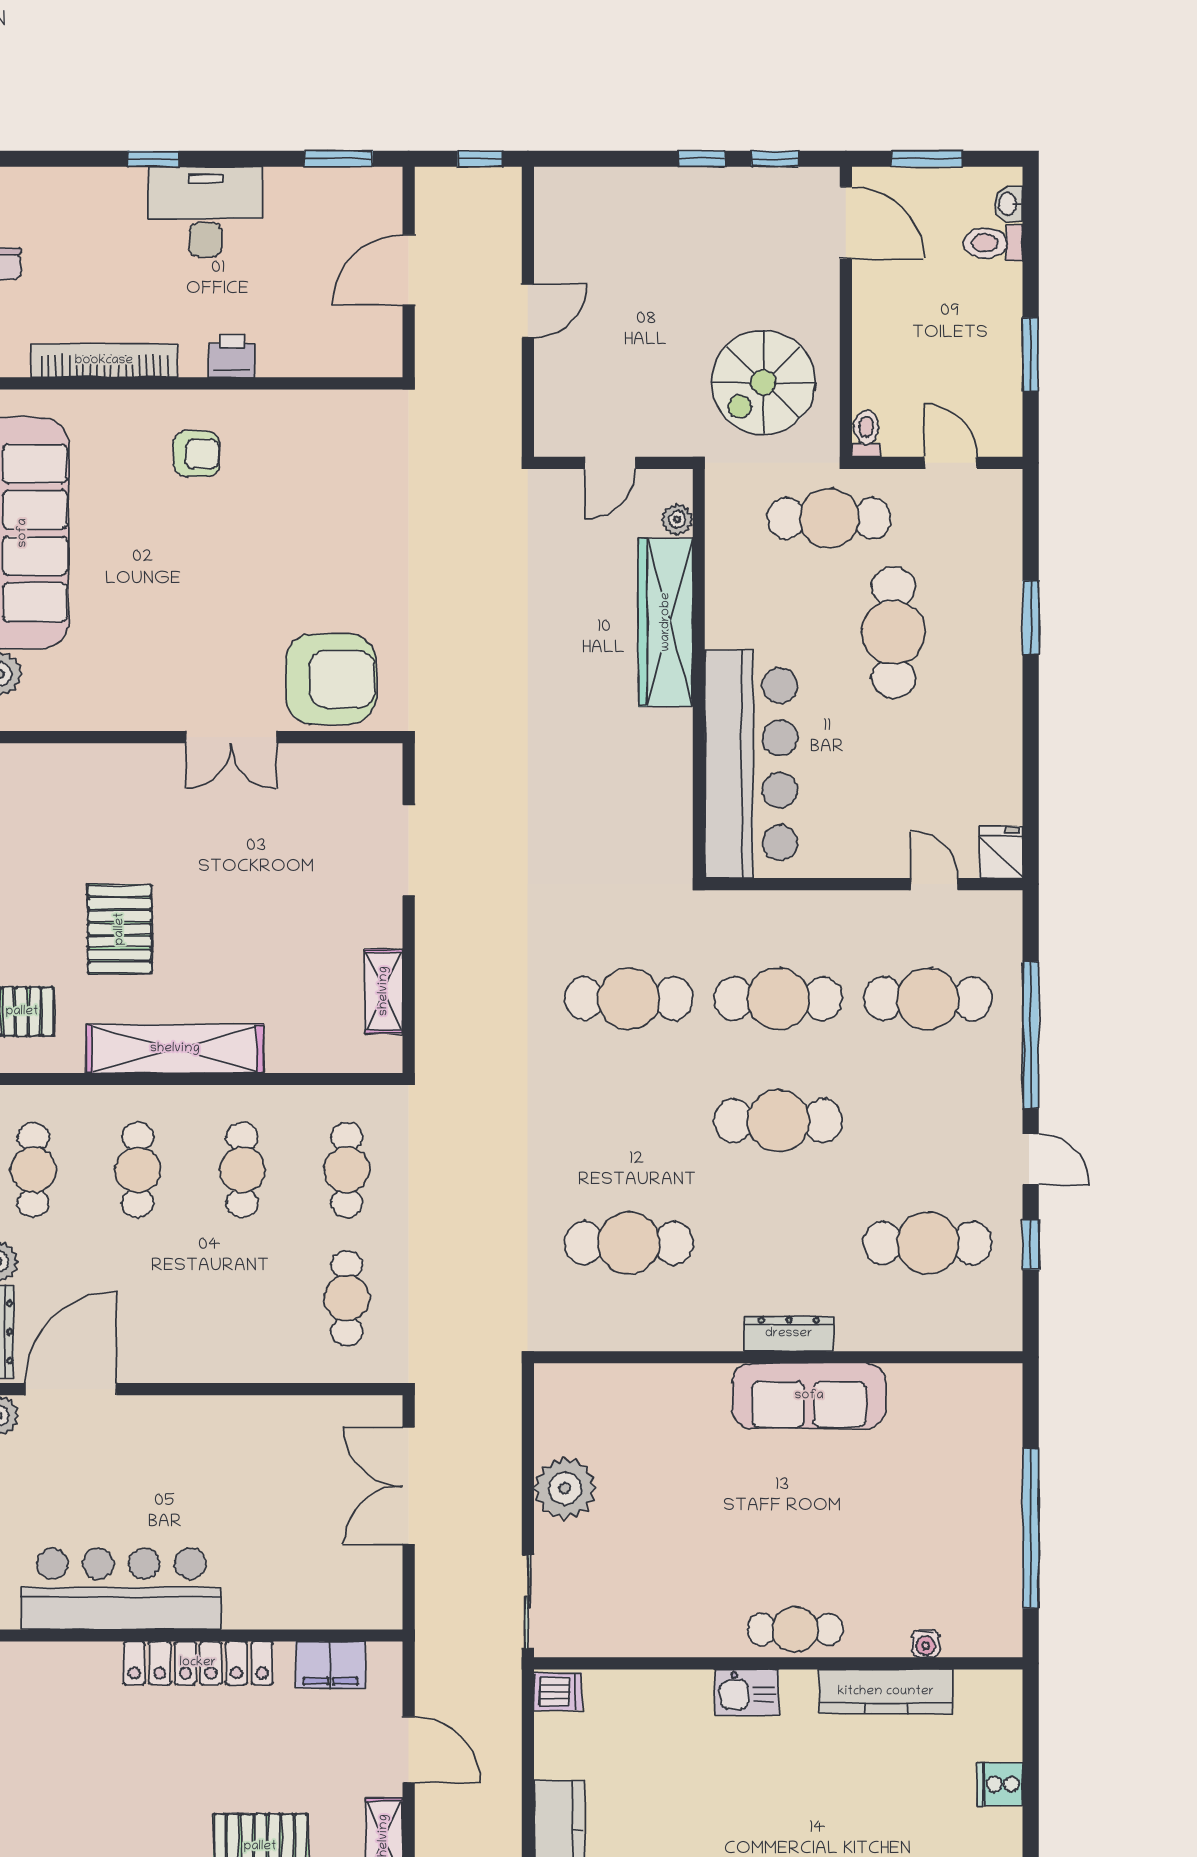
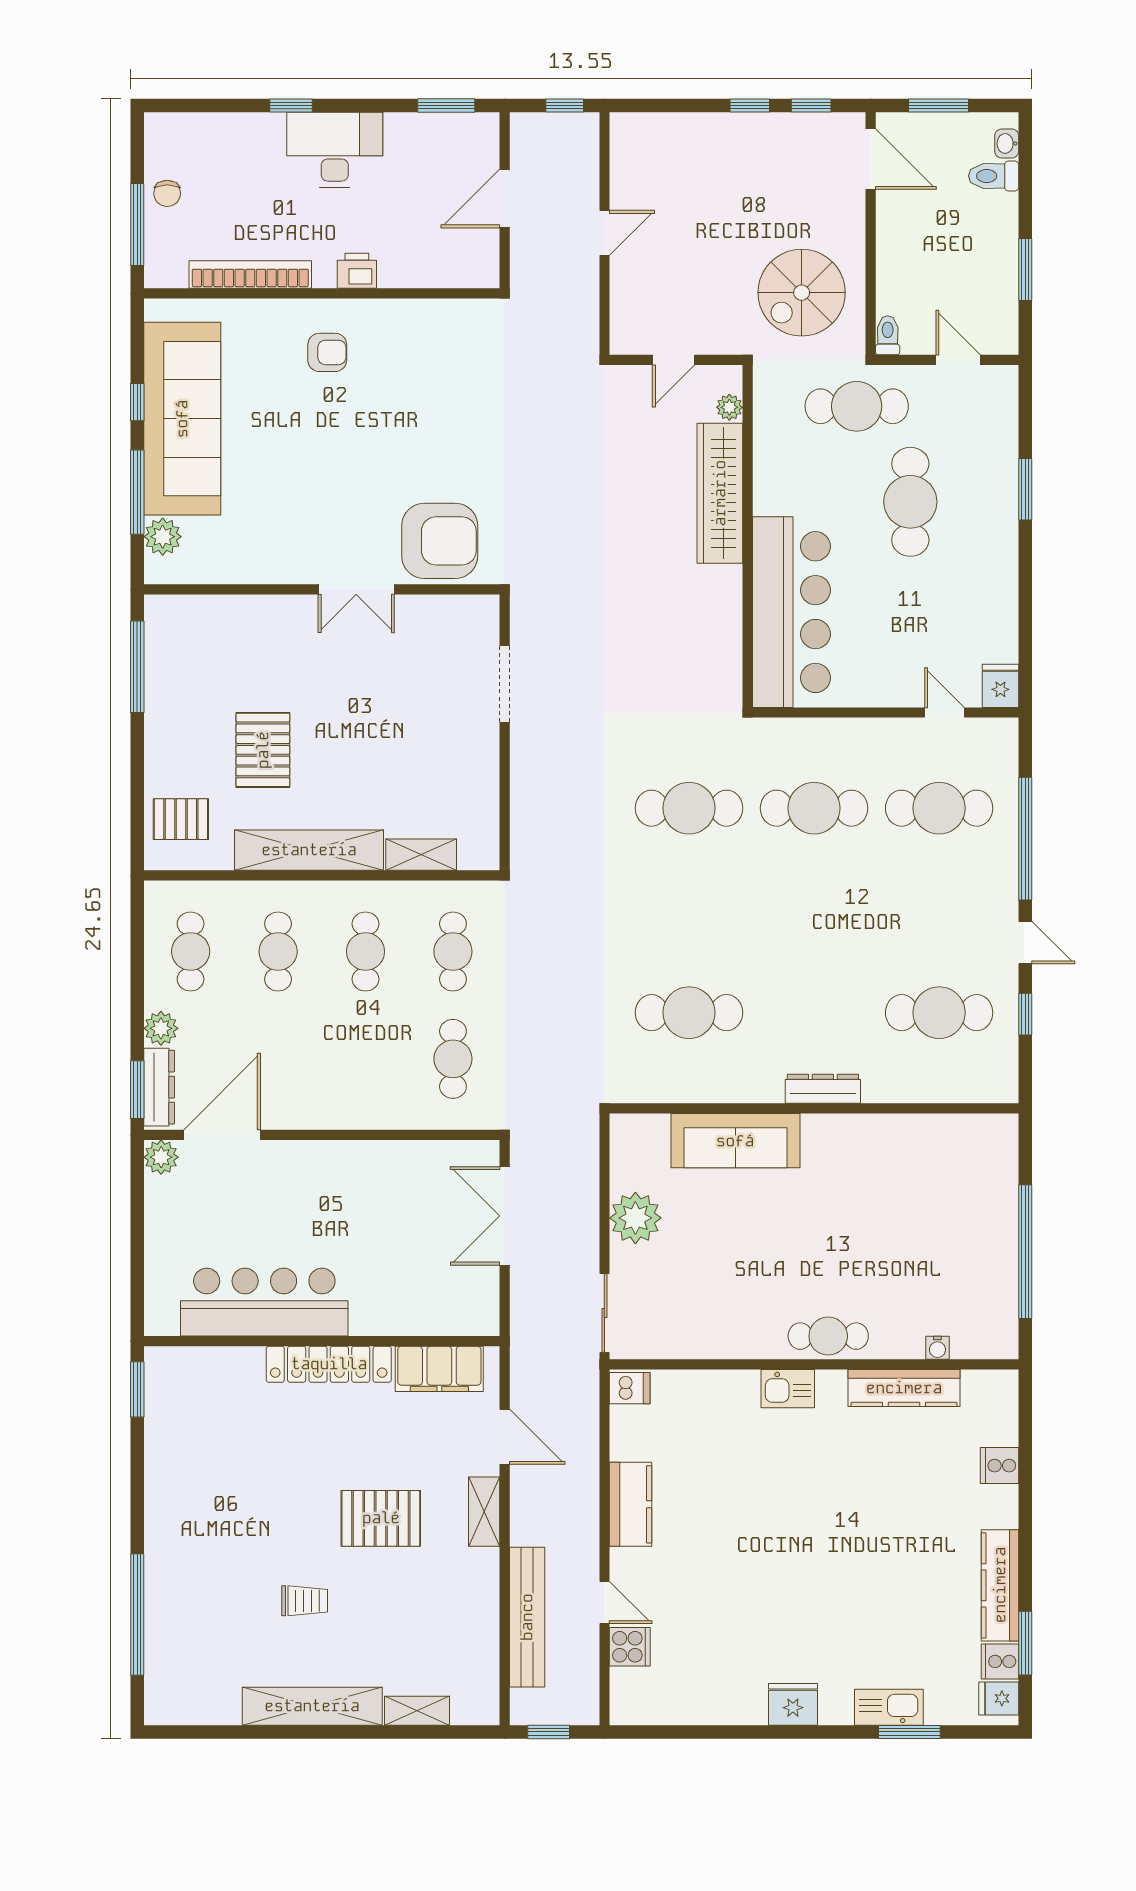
shelving: (384, 991) -> (421, 855), moved, turned 90
cafe table: (778, 1121) -> (814, 910), removed
sofa: (809, 1396) -> (735, 1141), moved
filing cabinet: (330, 1665) -> (439, 1369), width x1.50, depth x1.17

